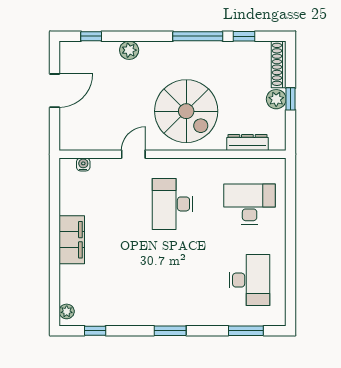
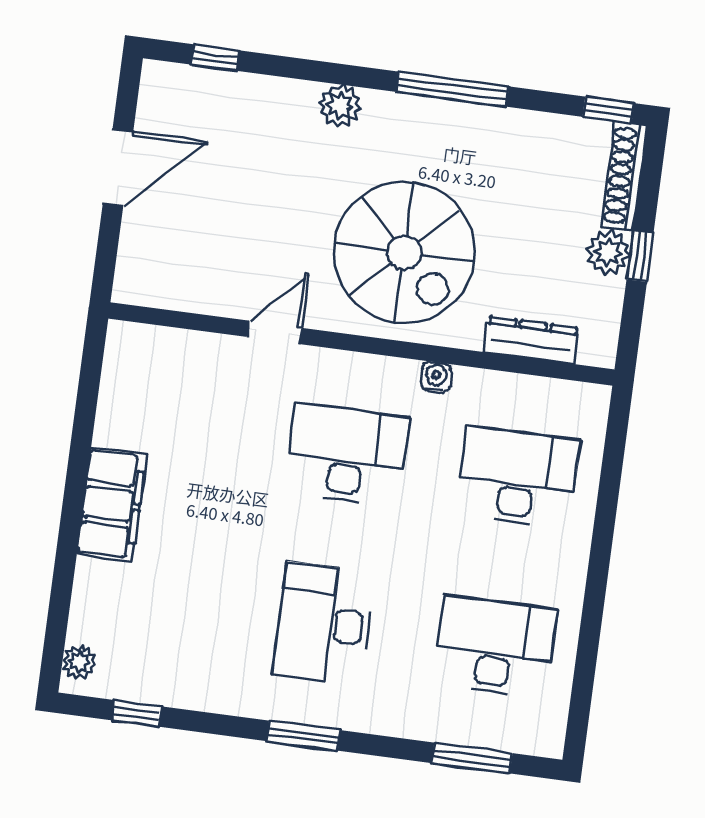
window: (244, 36) -> (608, 110), moved
plant: (129, 50) -> (340, 106), moved
water cooler: (83, 164) -> (436, 377), moved
desk: (173, 204) -> (347, 455), turned 90
desk: (173, 280) -> (324, 624), added
desk: (250, 280) -> (495, 647), turned -90

